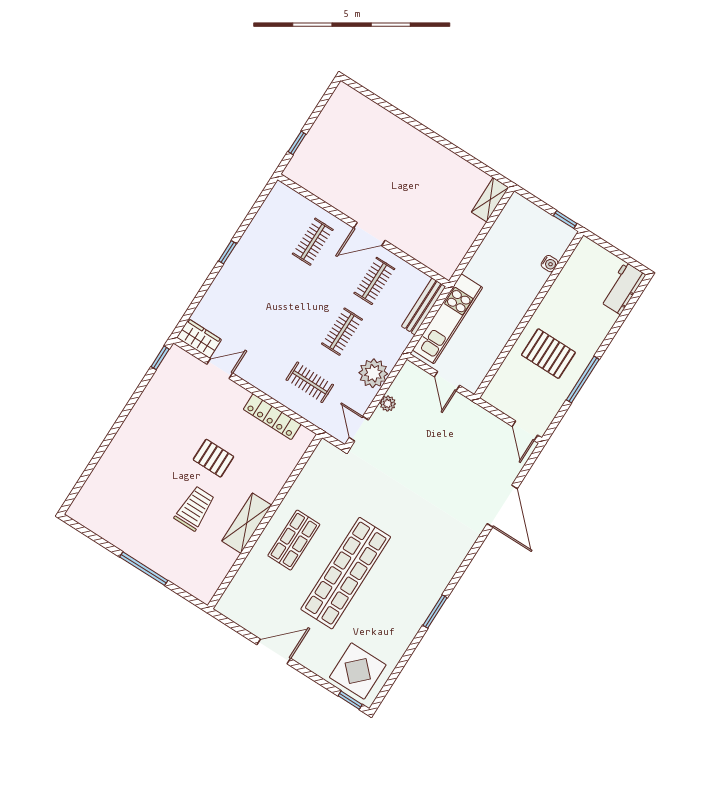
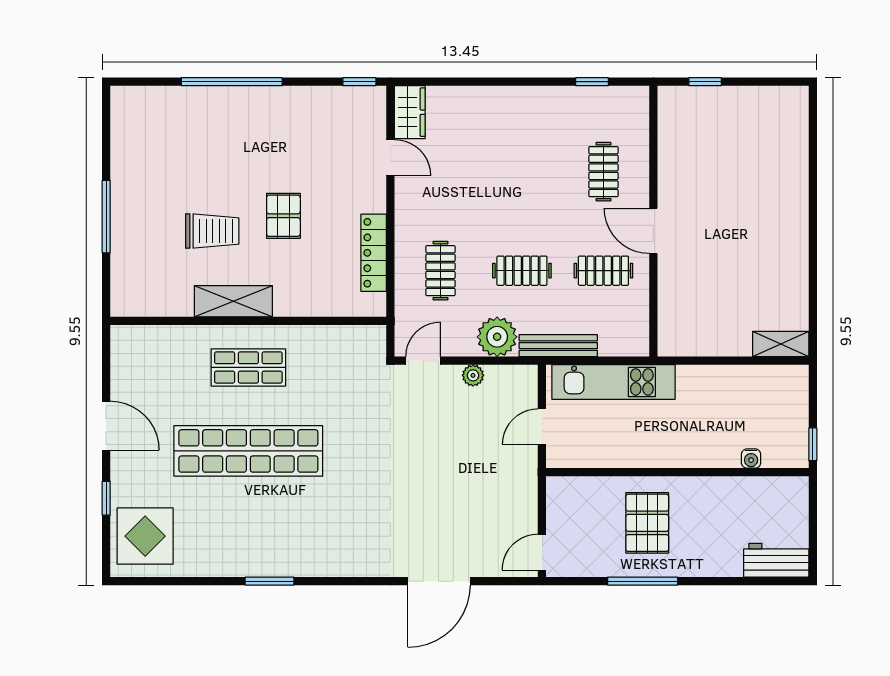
clothes rail: (313, 242) -> (603, 172), turned 90
window: (227, 252) -> (592, 82), moved
bench: (424, 306) -> (558, 346), moved
window: (110, 437) -> (232, 82), added
window: (350, 700) -> (106, 498), moved

